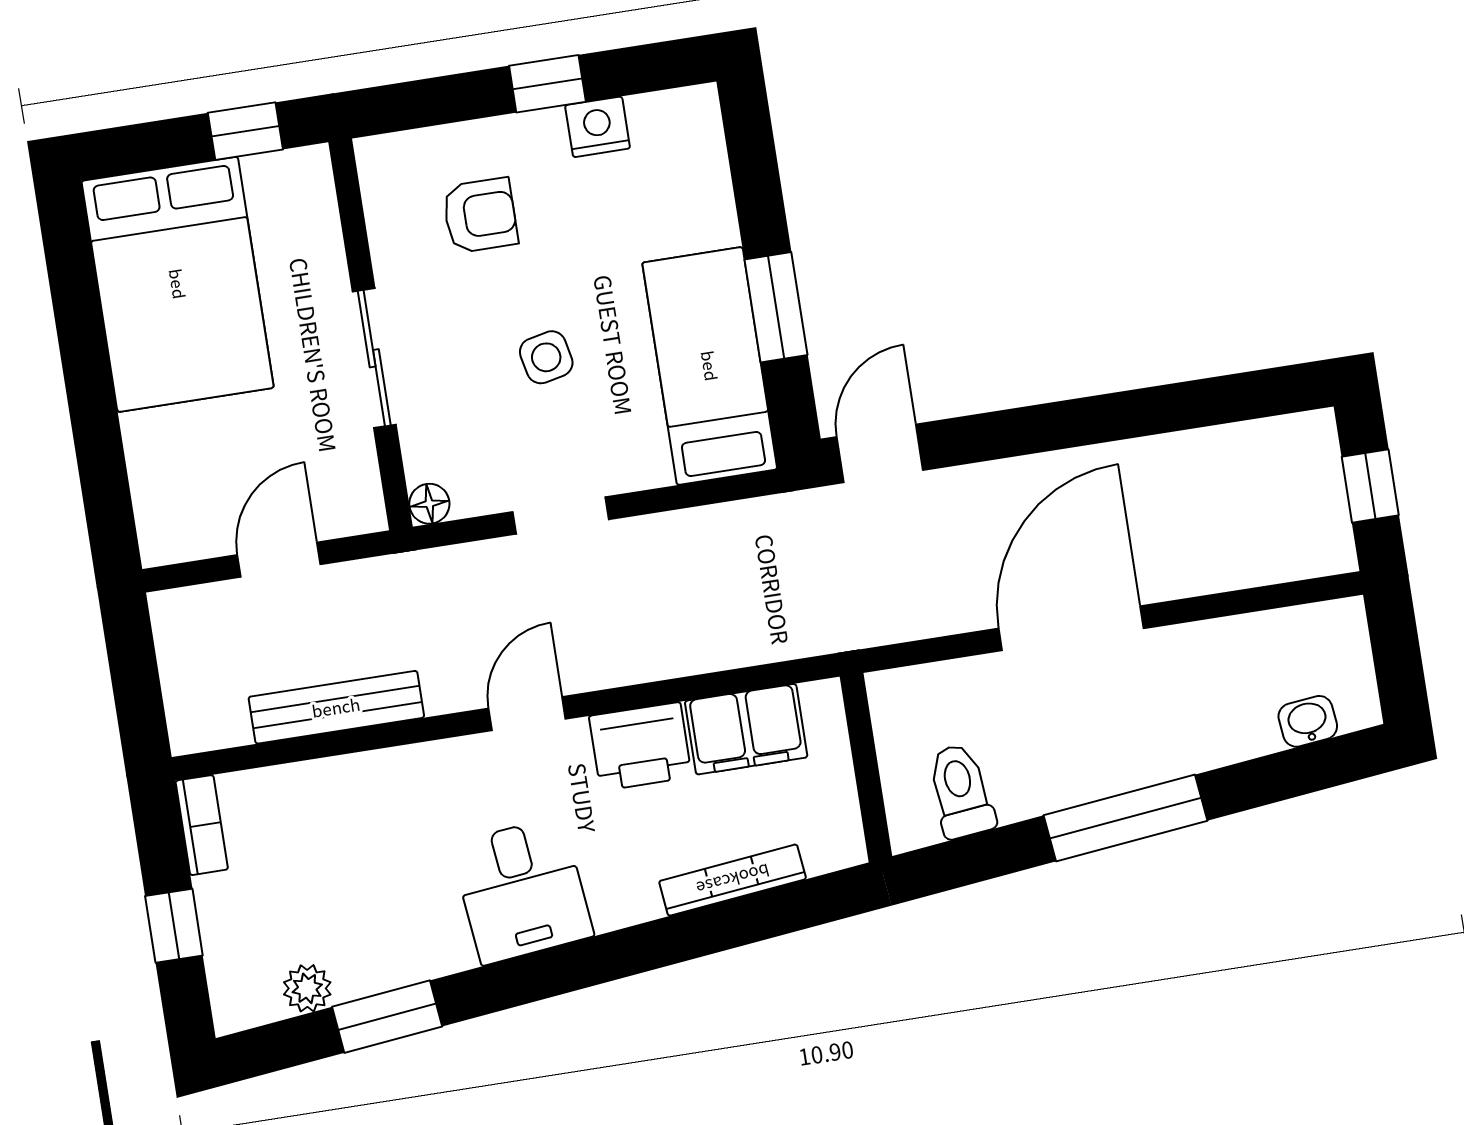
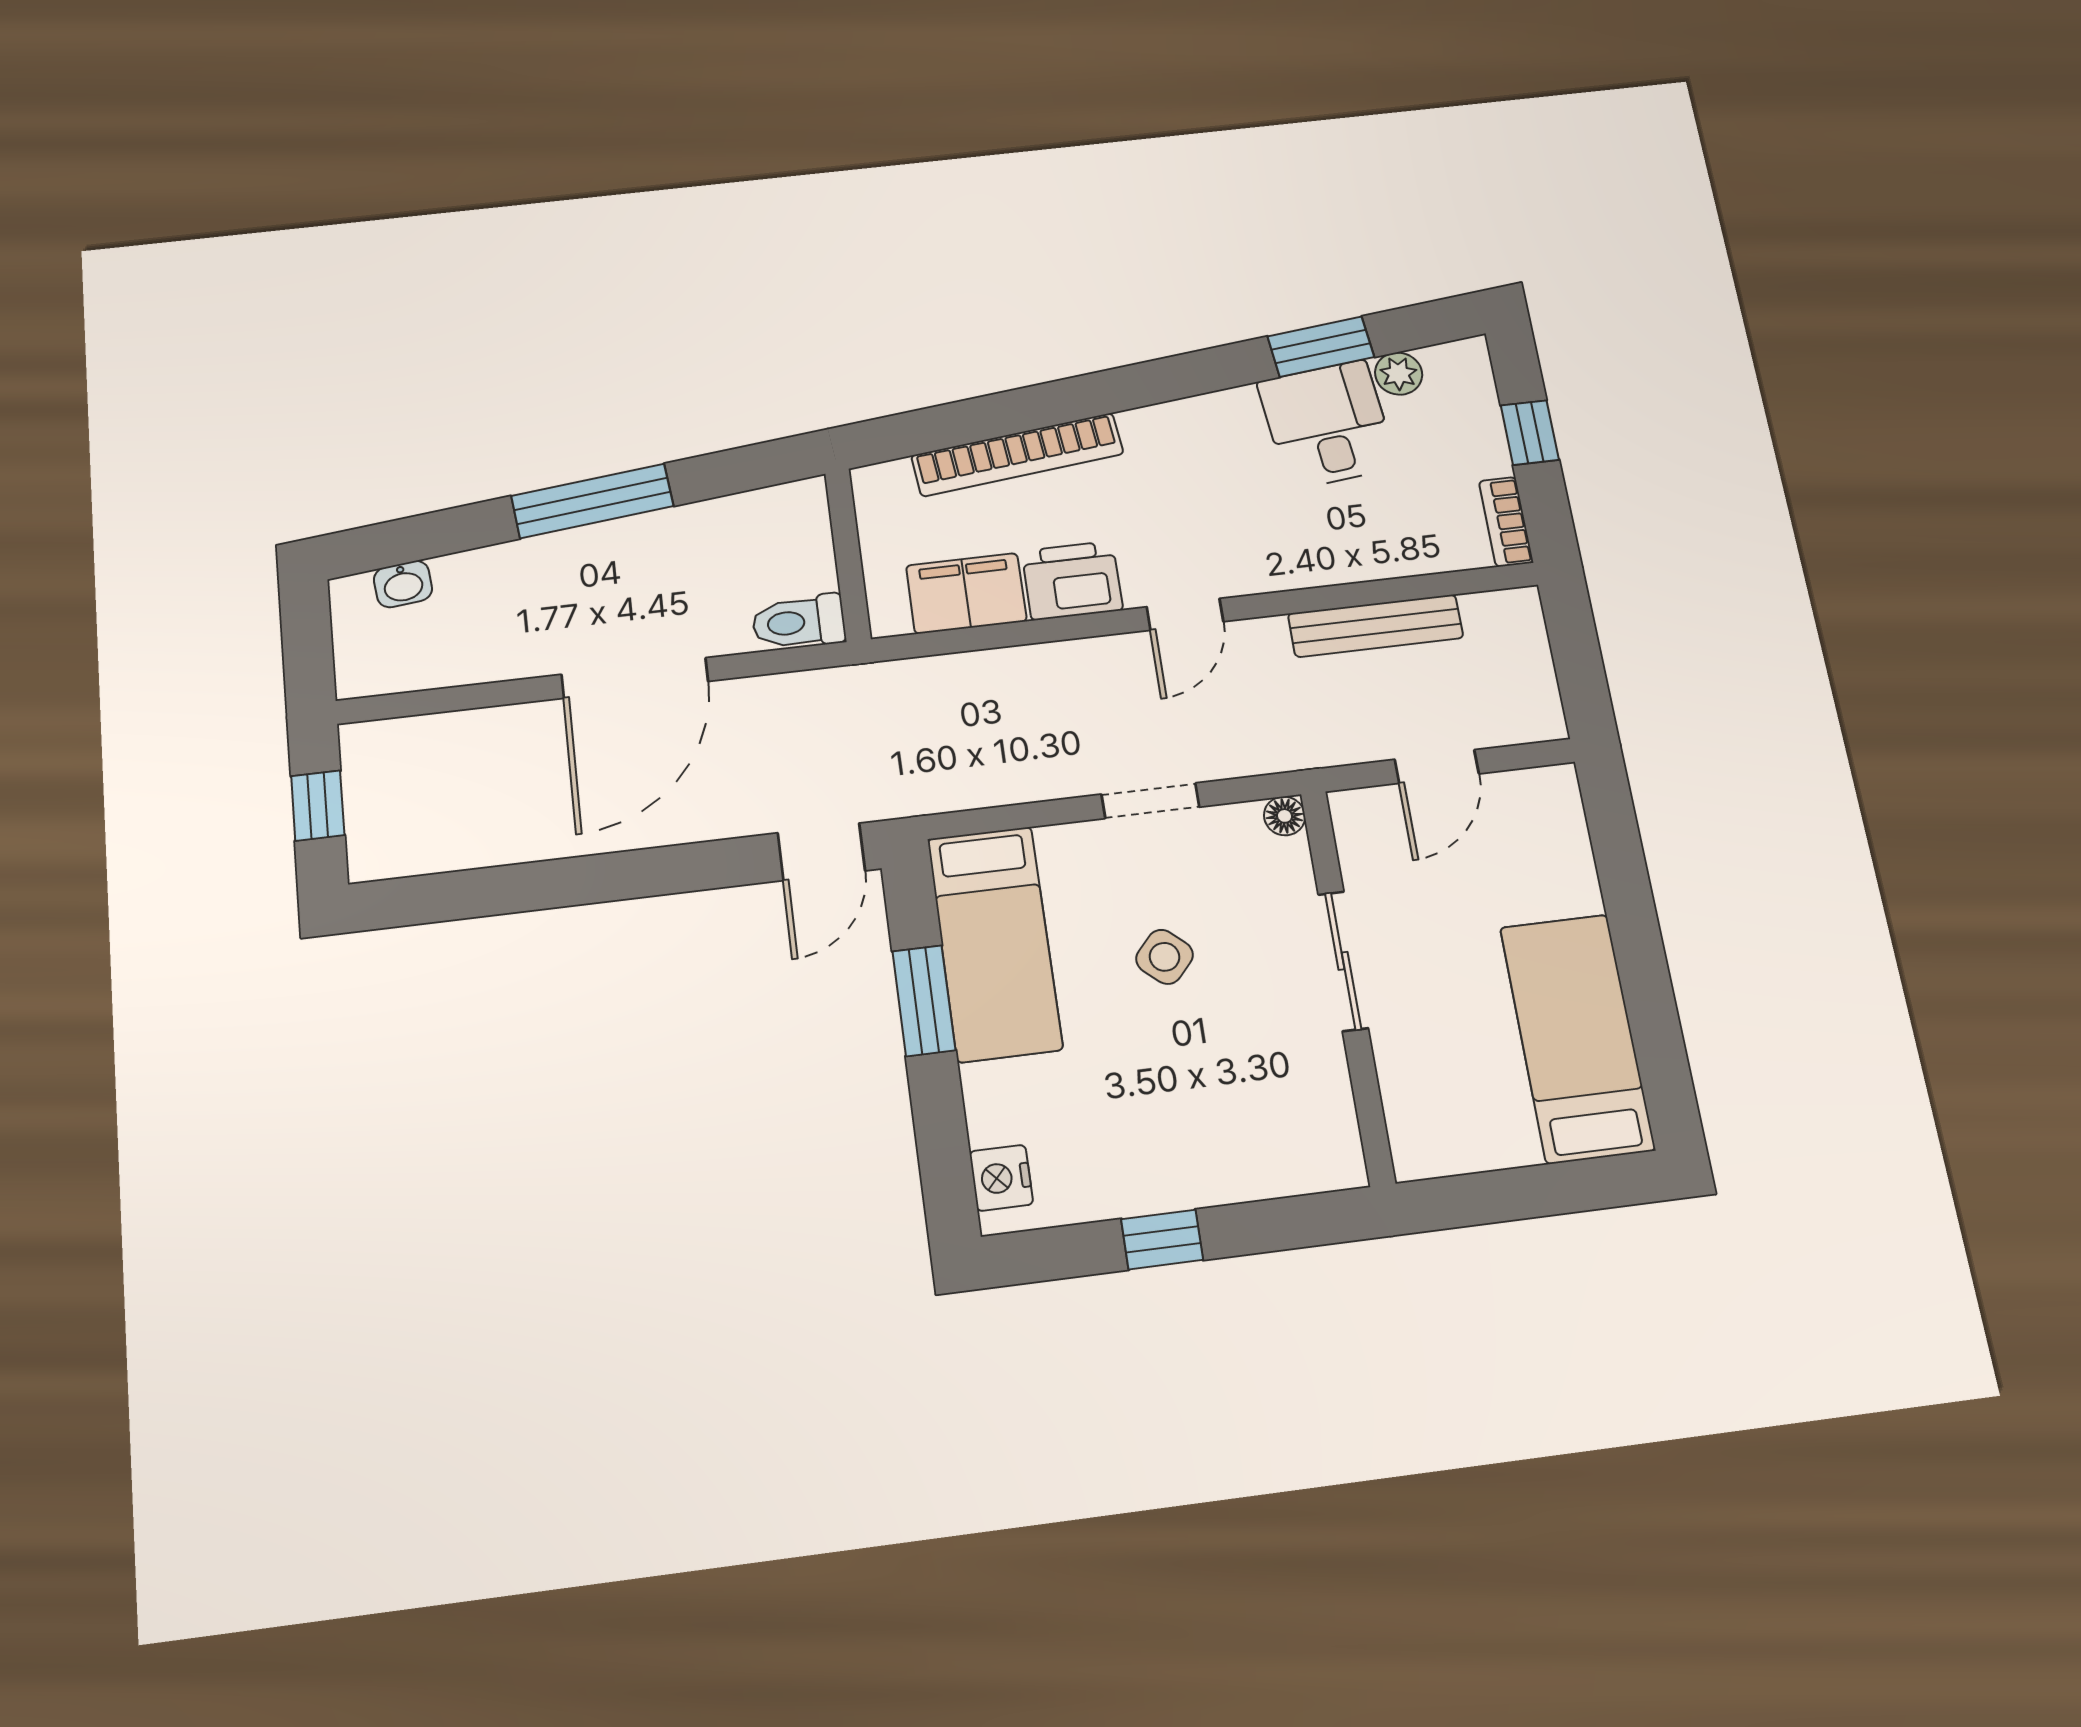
nightstand: (598, 127) -> (1001, 1178), moved, turned 90
window: (245, 131) -> (1484, 1198), removed
armchair: (480, 215) -> (1234, 1103), removed
bed: (178, 284) -> (1577, 1038), width x0.67
side table: (546, 357) -> (1165, 957), turned -36
toilet: (961, 791) -> (799, 622), moved, turned 96
bookcase: (733, 880) -> (1017, 455), width x1.48, depth x1.31
desk: (522, 890) -> (1327, 425), moved

